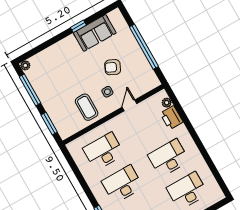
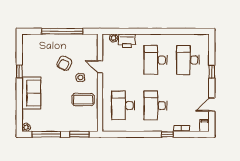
sofa: (95, 33) -> (31, 93), moved

